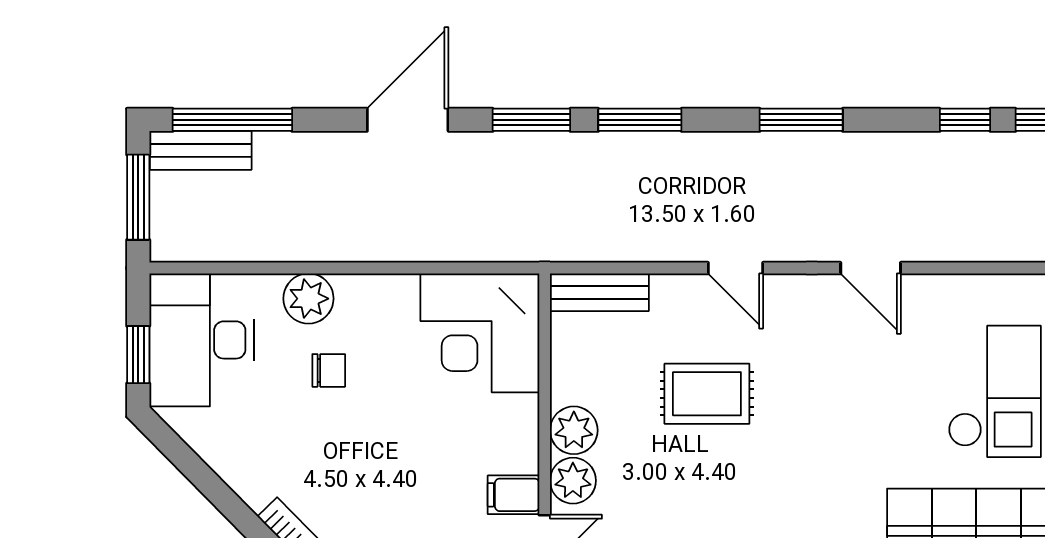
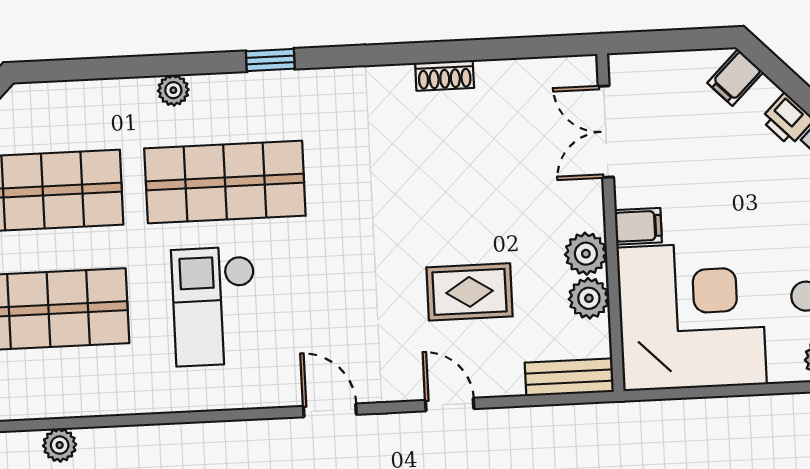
corner desk: (480, 333) -> (692, 316), width x1.36, depth x1.36
plant: (573, 481) -> (589, 298), moved
filing cabinet: (513, 495) -> (638, 226), moved

